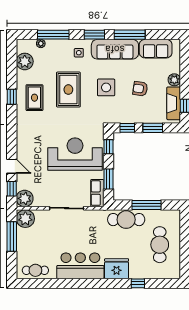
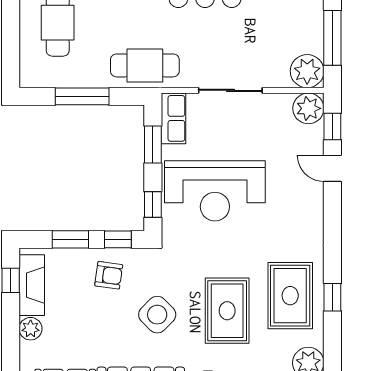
side table: (106, 87) -> (157, 315), turned 45
armchair: (140, 89) -> (109, 275), moved
rug: (34, 98) -> (290, 296), width x1.36, depth x1.43
cafe table: (126, 220) -> (145, 65), moved

